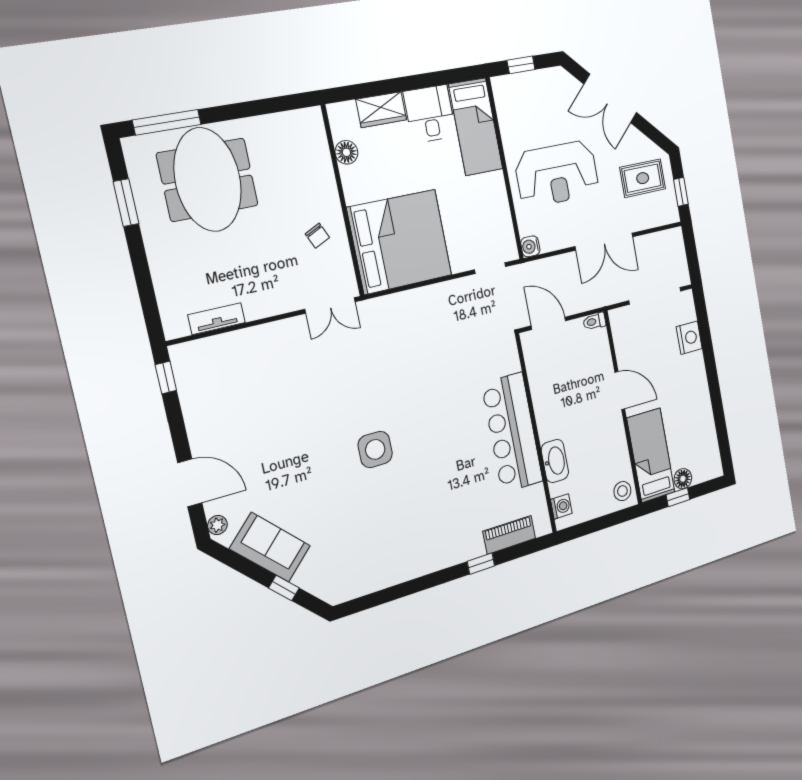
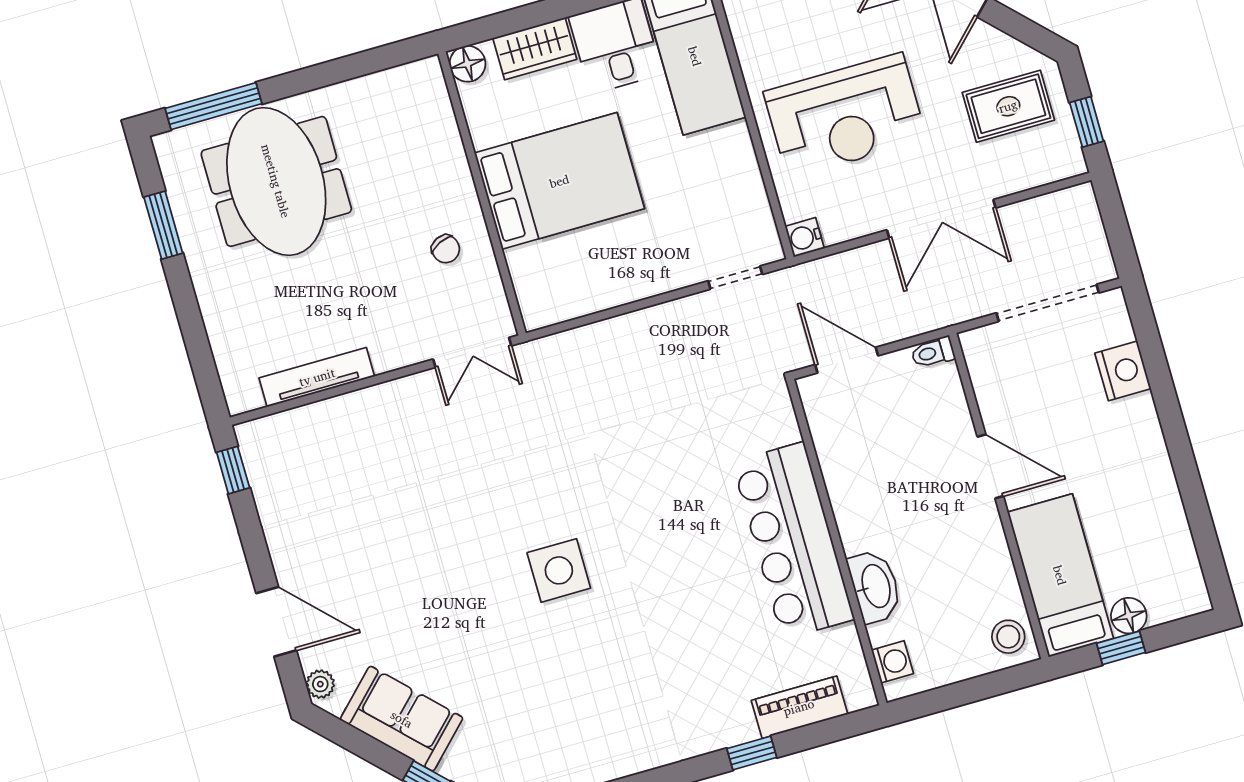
floor lamp: (346, 152) -> (468, 64), moved
bed: (400, 242) -> (559, 181), moved, width x0.73
tv unit: (217, 319) -> (317, 377), width x1.41

